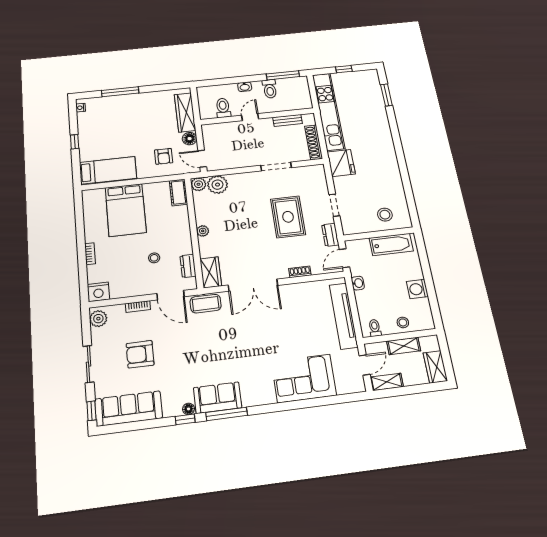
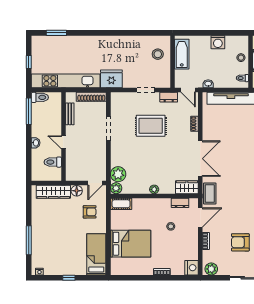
toilet: (270, 89) -> (40, 97), moved
armchair: (140, 354) -> (240, 242), turned 90

